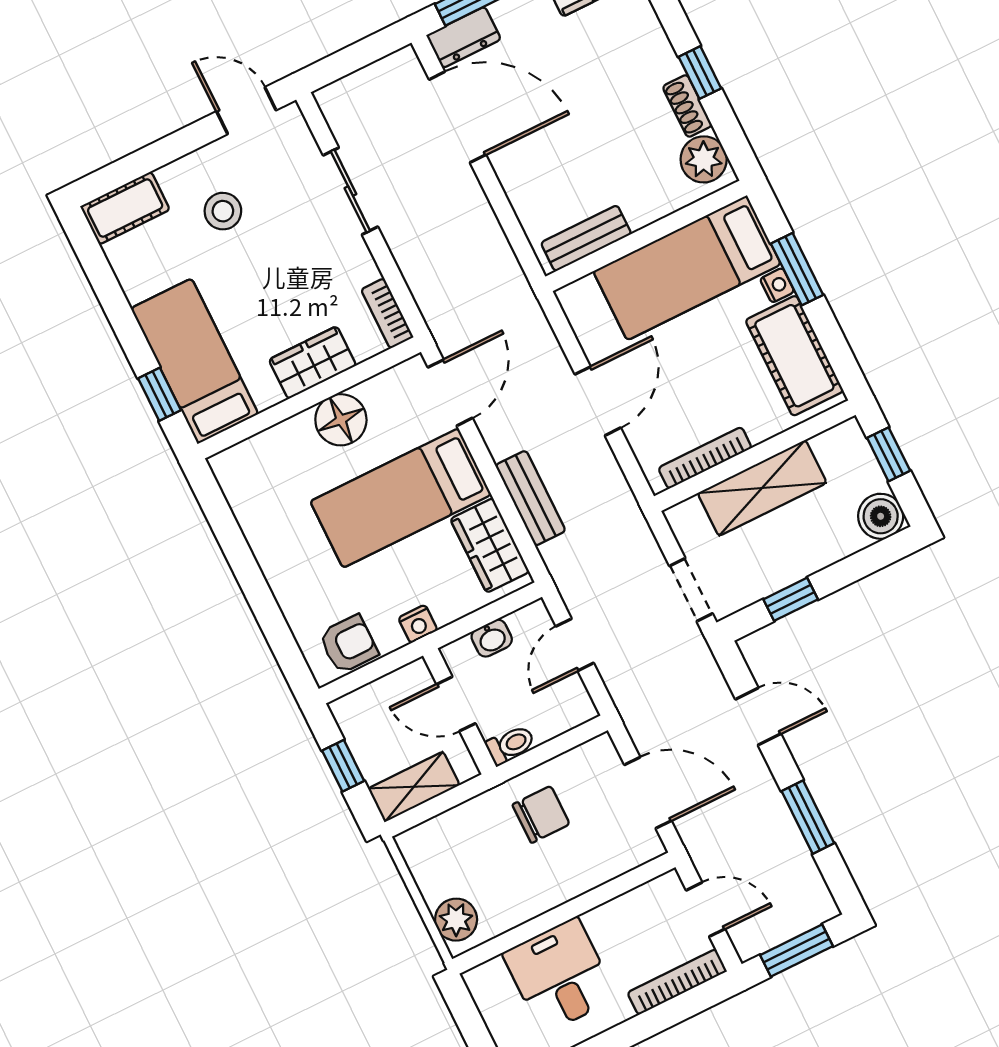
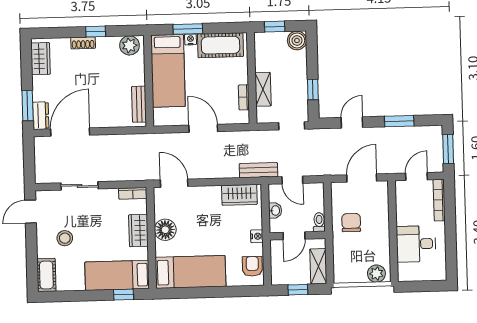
shoe rack: (687, 106) -> (83, 43), moved
bookcase: (705, 458) -> (244, 97), width x0.64
shelving: (762, 488) -> (263, 89), width x0.67, depth x0.75
bed: (401, 498) -> (191, 272), moved, turned -90
bench: (530, 498) -> (258, 170), moved

